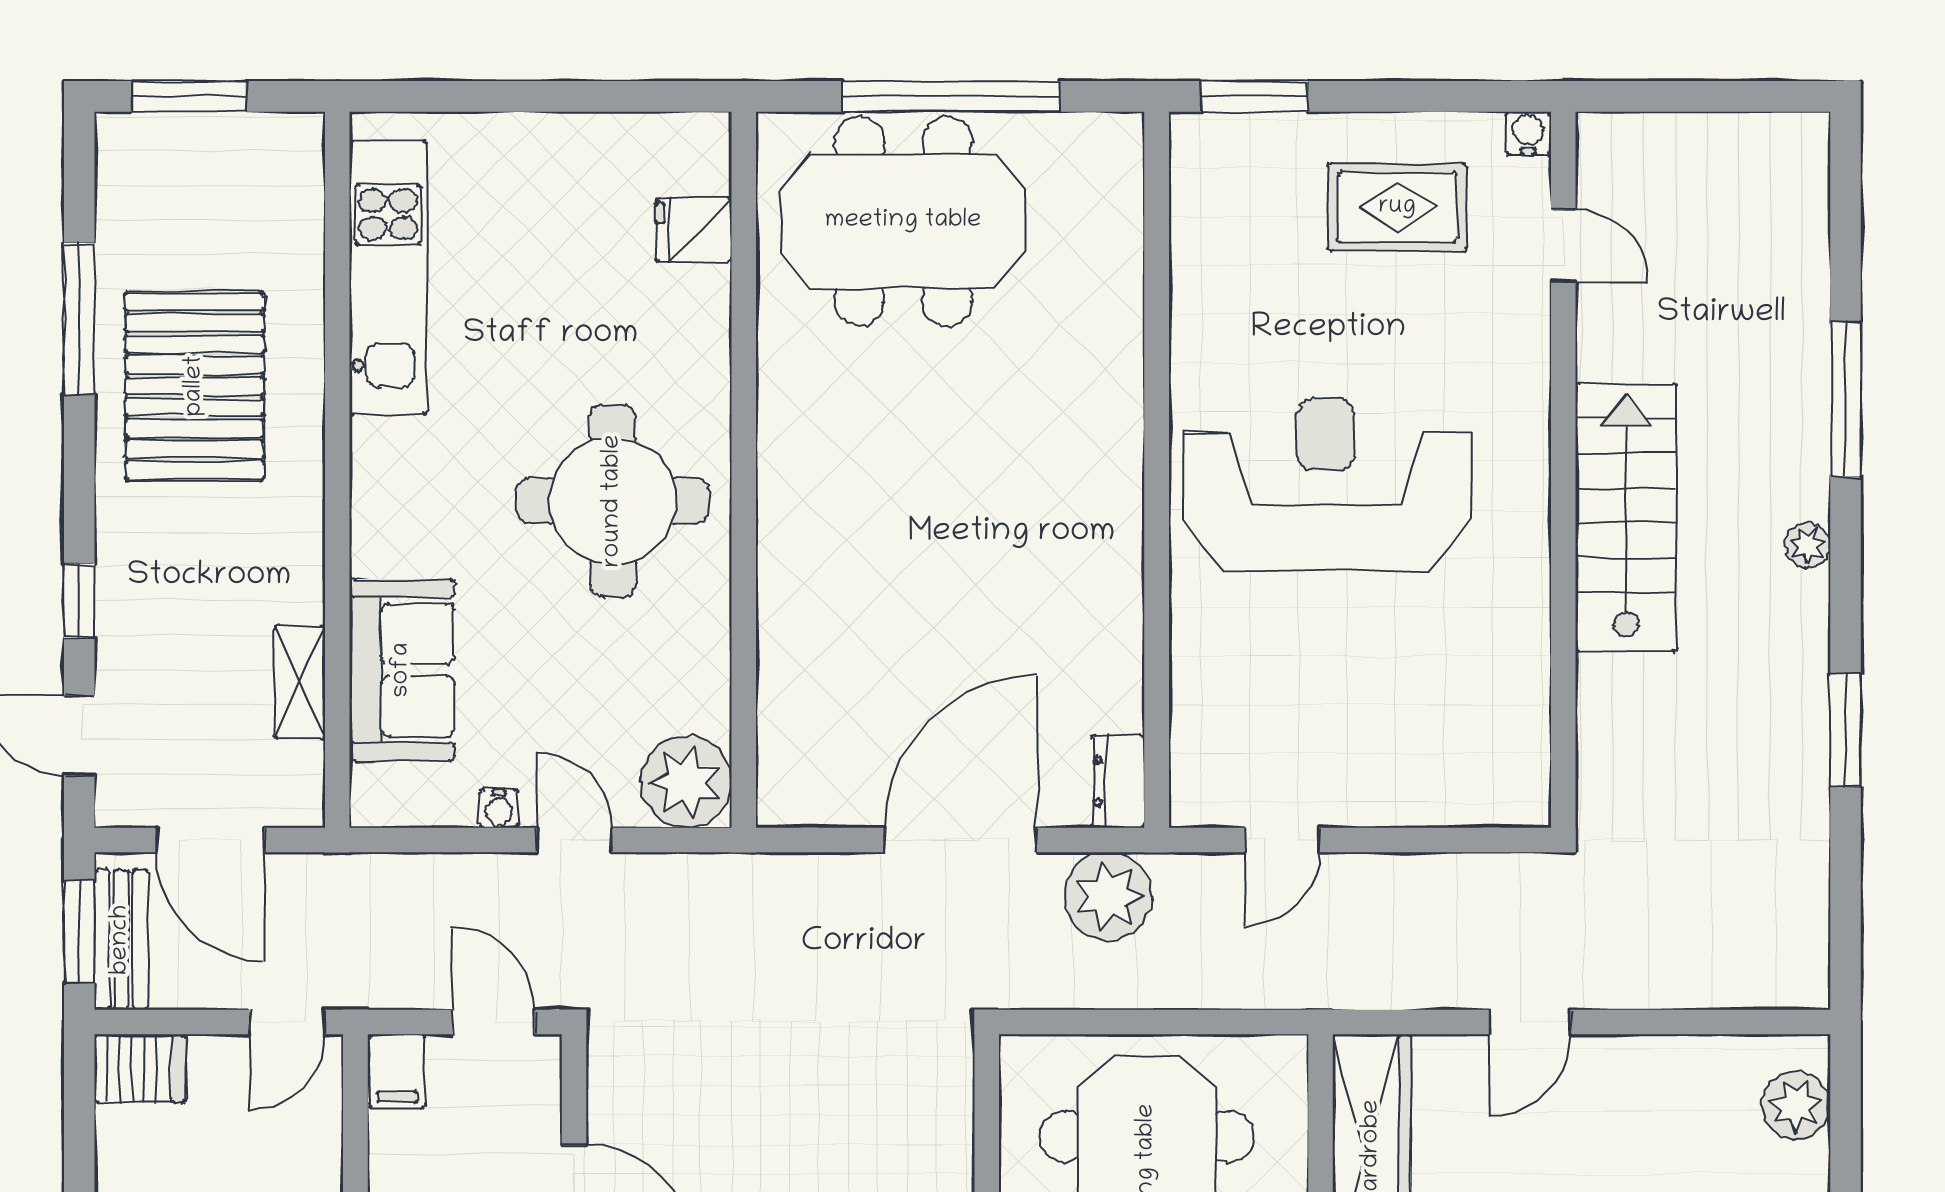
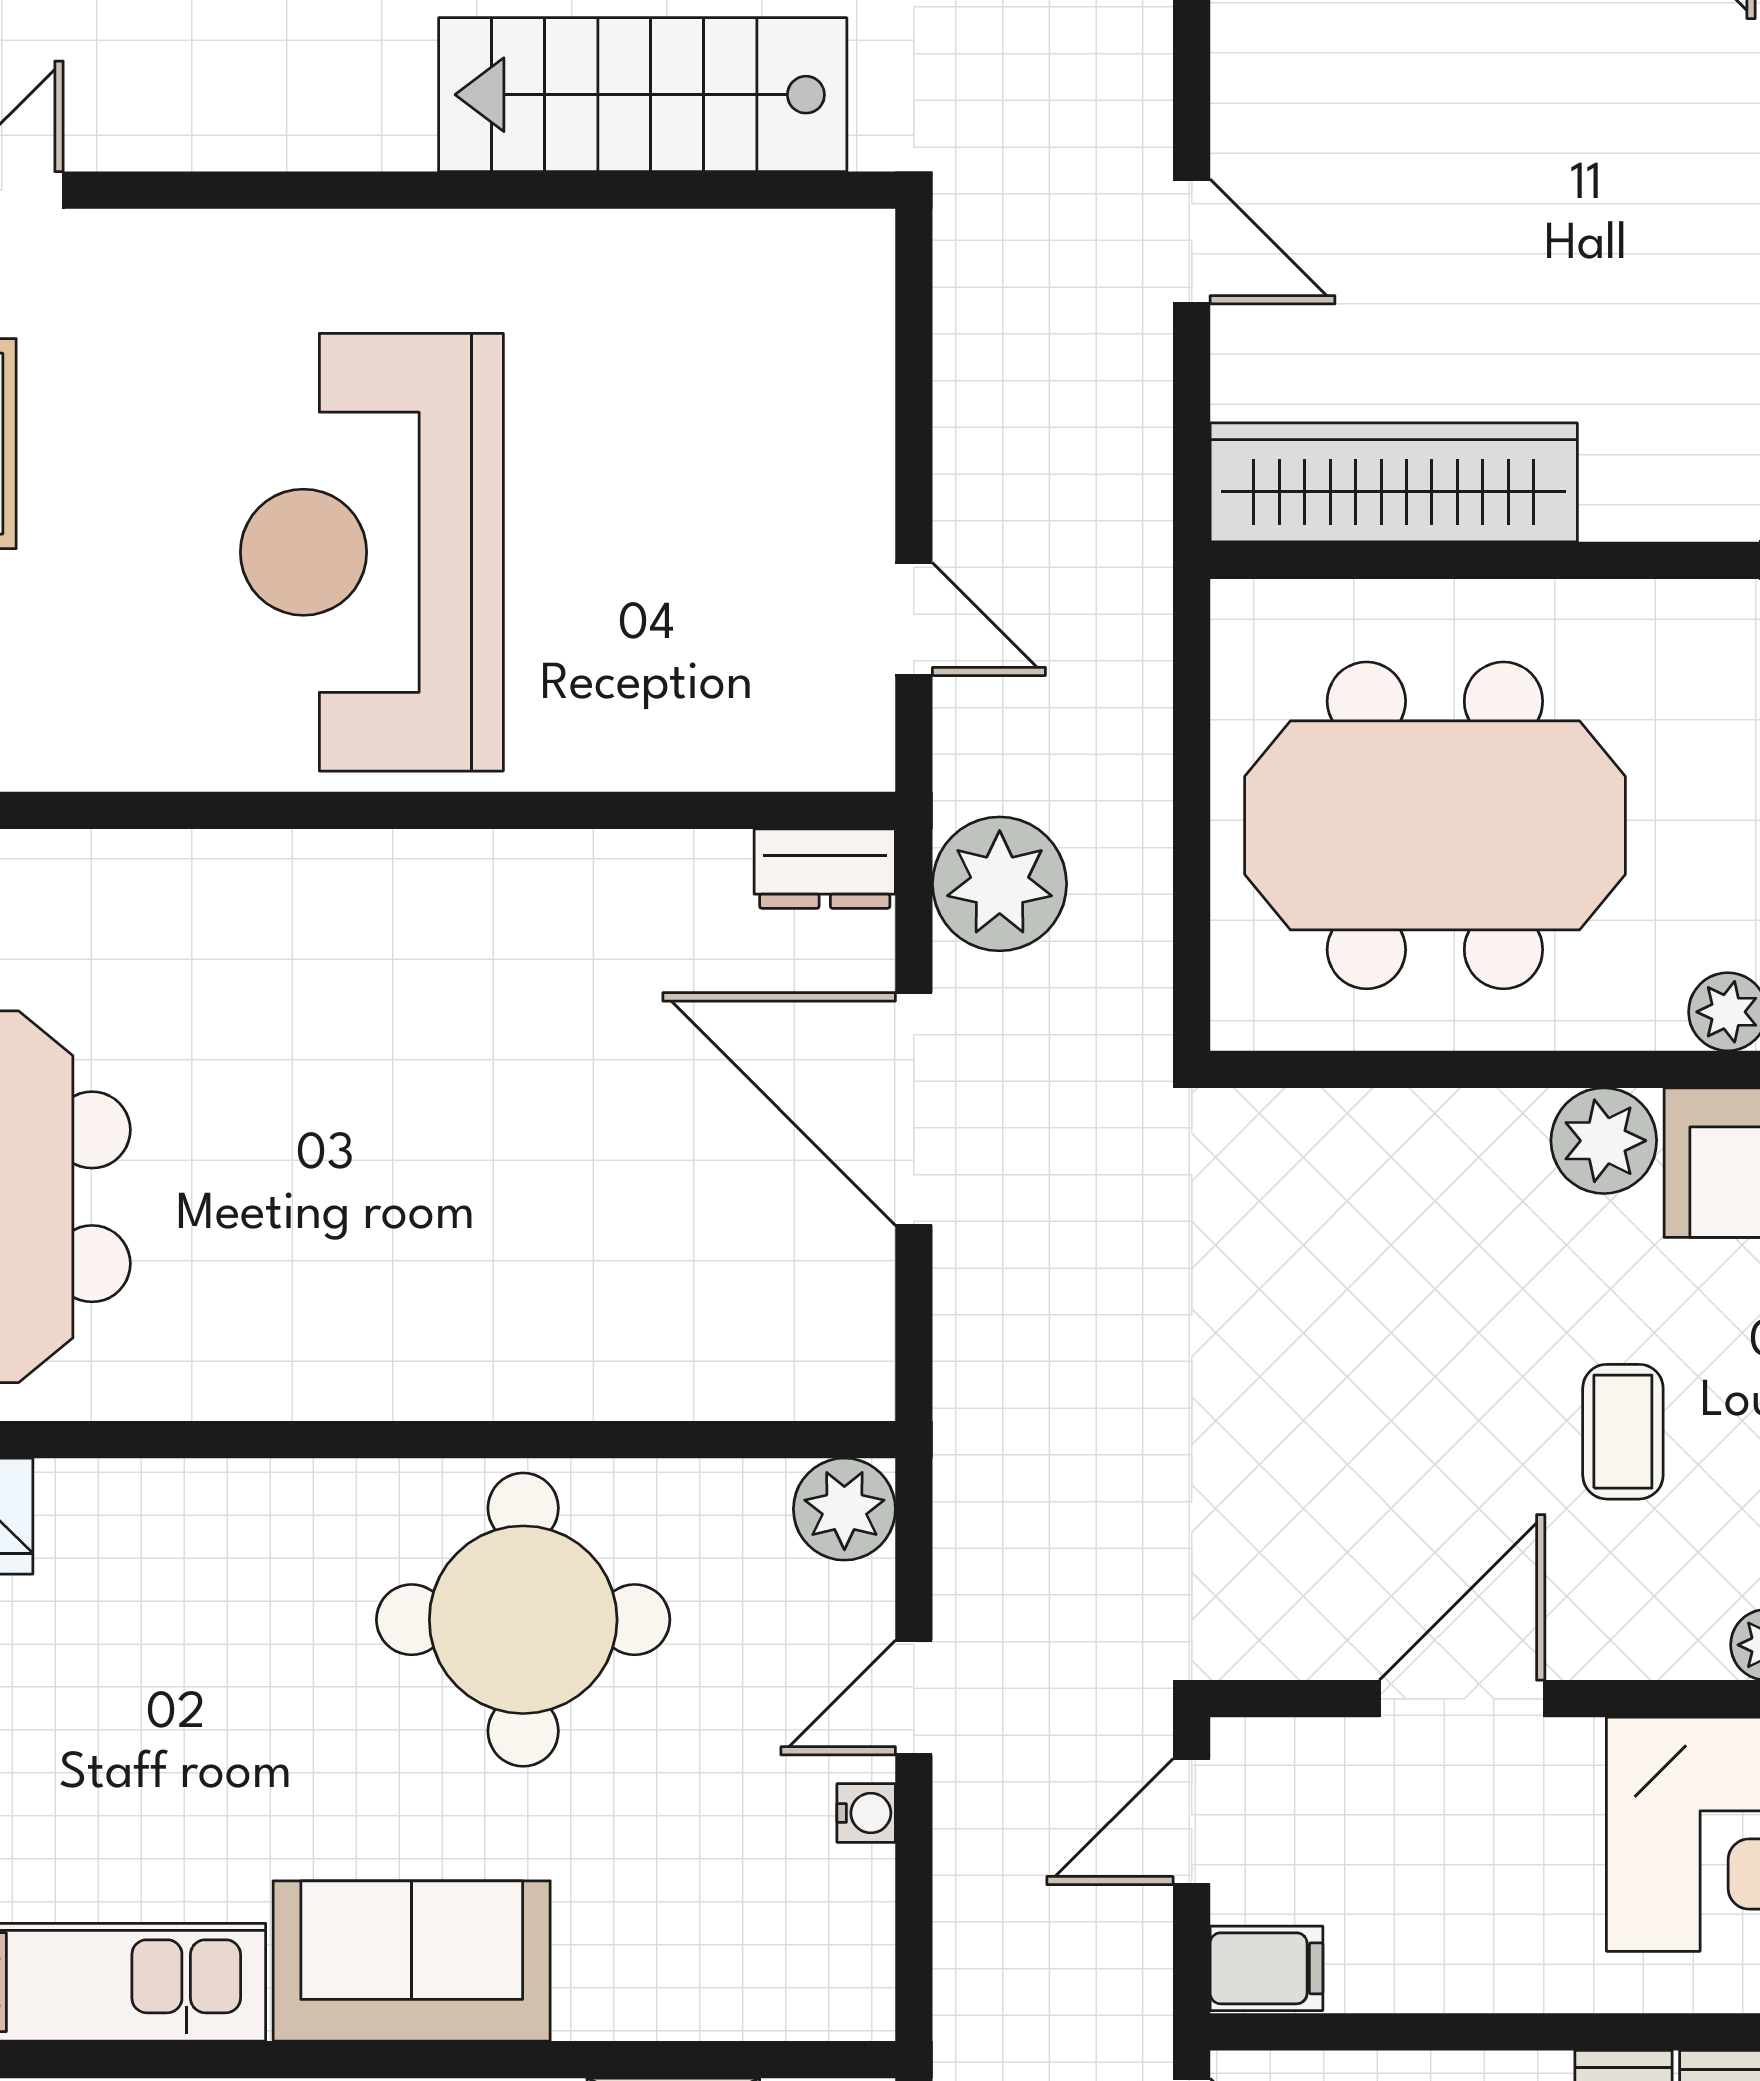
round table: (613, 501) -> (523, 1620), moved
stairs: (1626, 517) -> (643, 95), moved
sofa: (402, 670) -> (412, 1961), moved
plant: (686, 782) -> (844, 1509), width x0.73, depth x0.73

